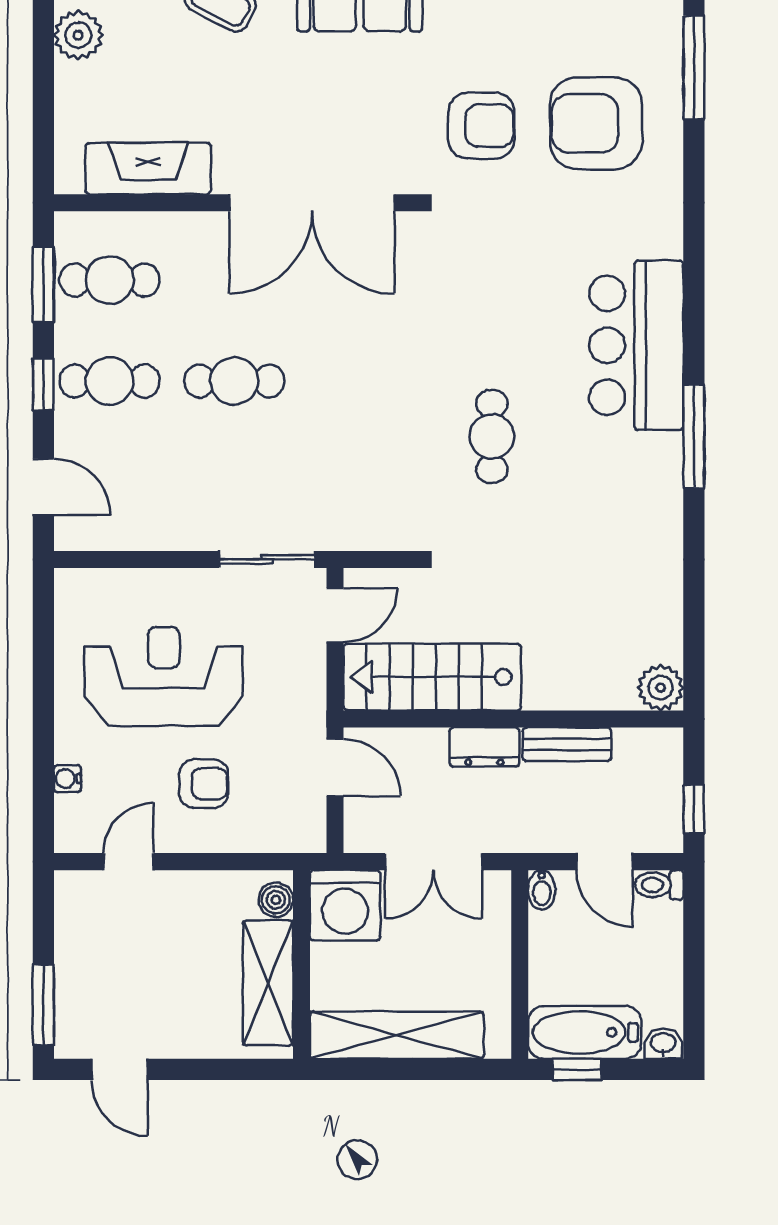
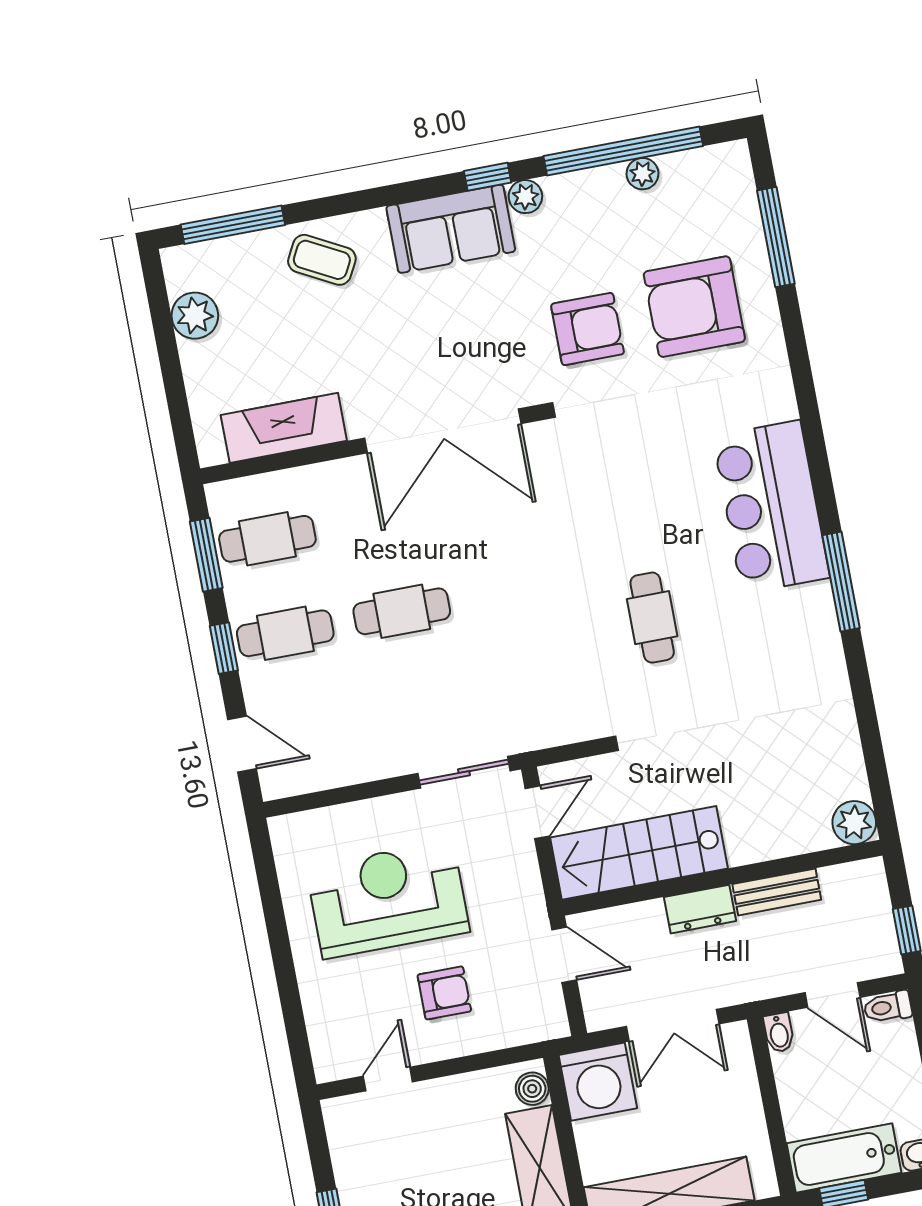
water cooler: (67, 779) -> (316, 1012), removed

